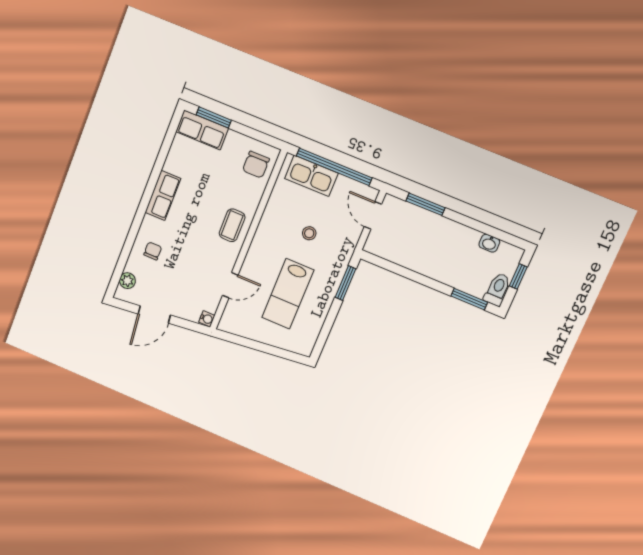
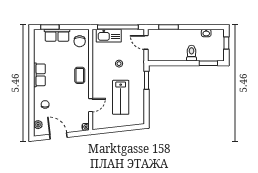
row of seats: (202, 130) -> (57, 35), moved
toilet: (497, 289) -> (191, 53), moved
door: (154, 314) -> (58, 136), swing flipped

